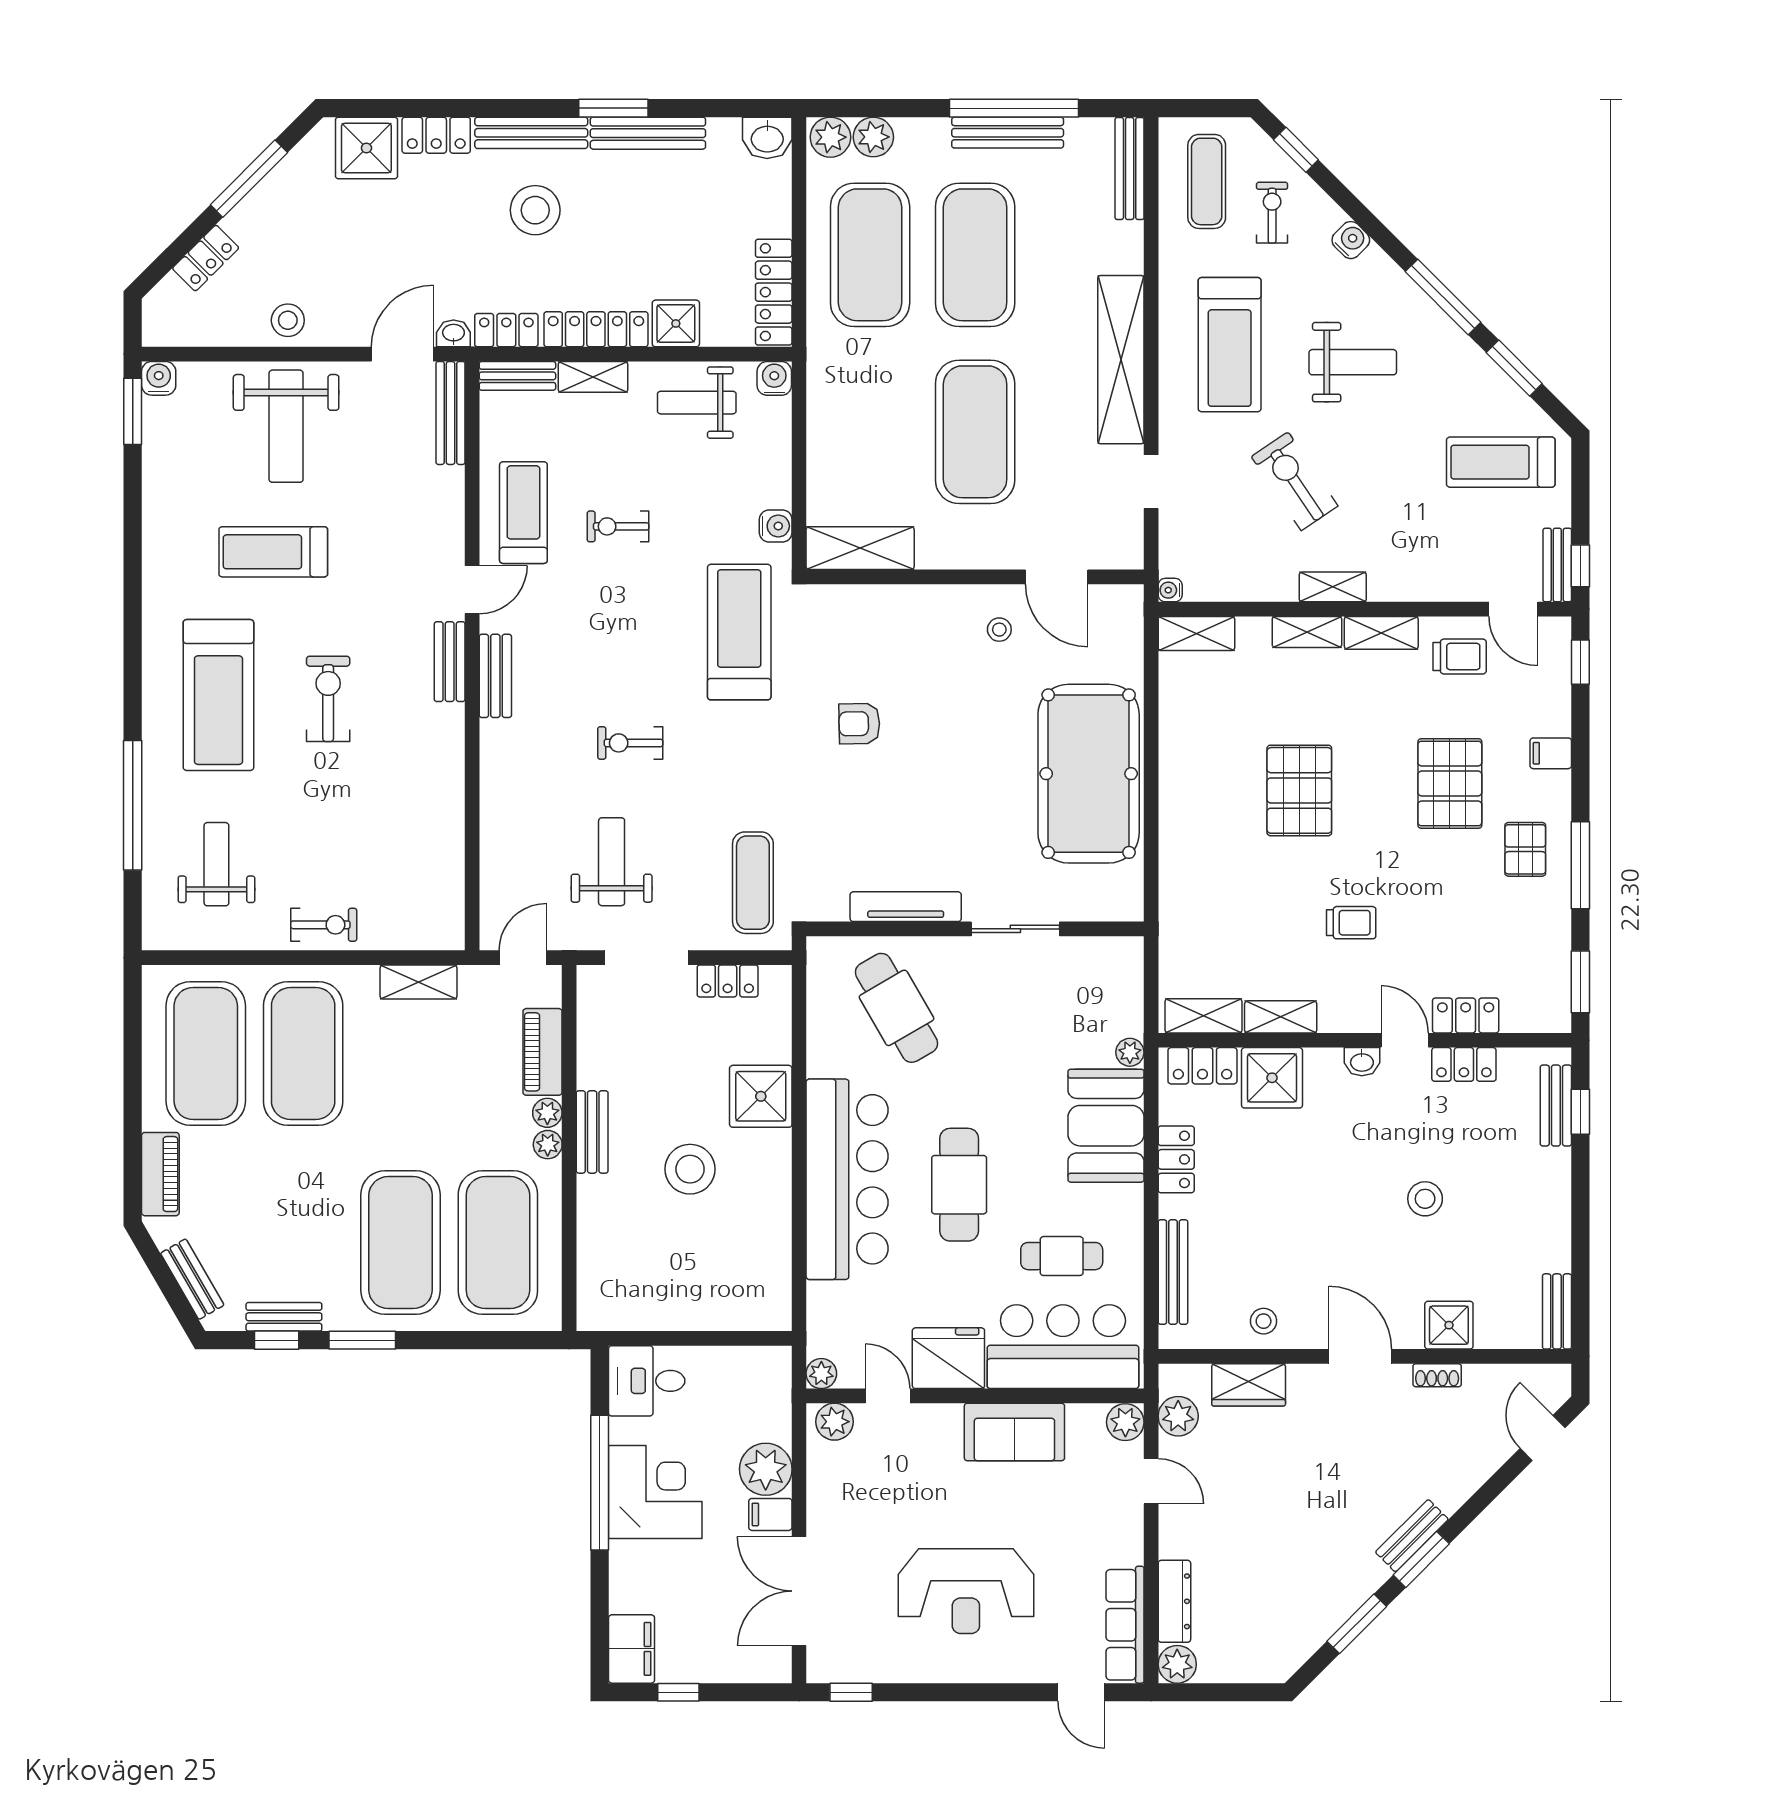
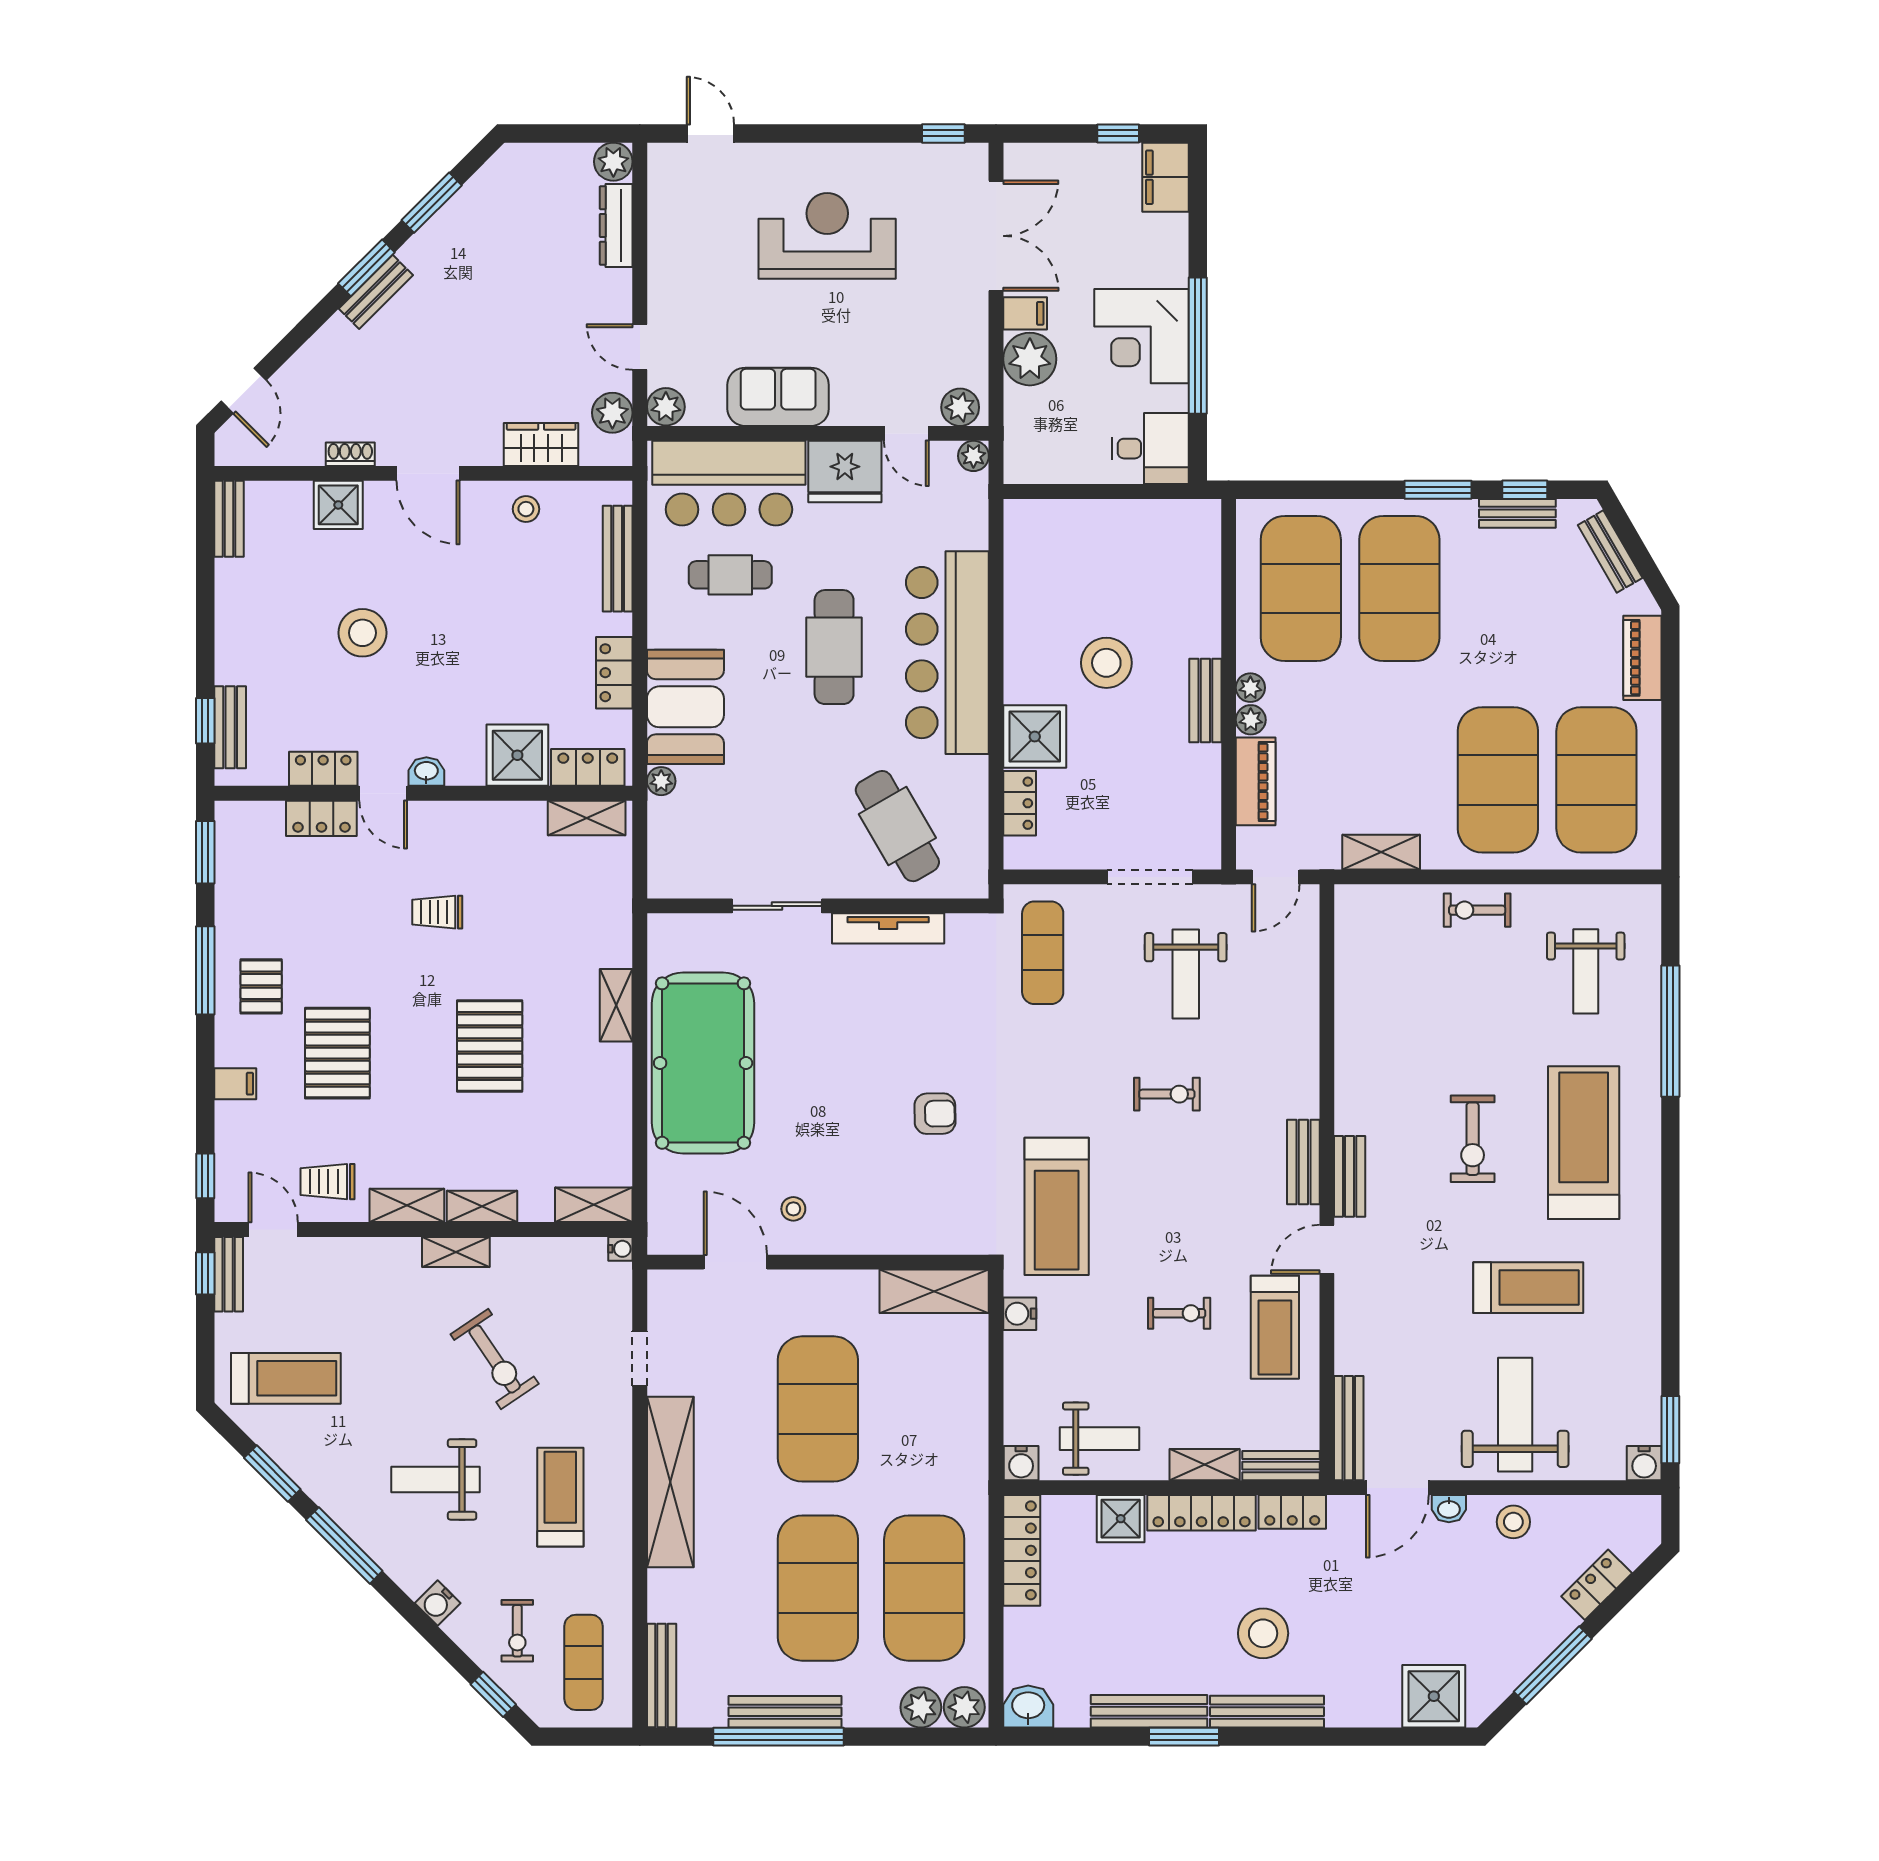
locker: (436, 135) -> (1363, 1709), removed
washbasin: (453, 333) -> (1449, 1509), moved
treadmill: (1230, 345) -> (560, 1497), width x0.73, depth x0.73
locker: (728, 981) -> (1020, 803), moved, turned 90
shelving: (1281, 1017) -> (616, 1005), moved, turned 90
stool: (1425, 1199) -> (362, 633), width x1.38, depth x1.38
row of seats: (1125, 1625) -> (666, 202), removed

